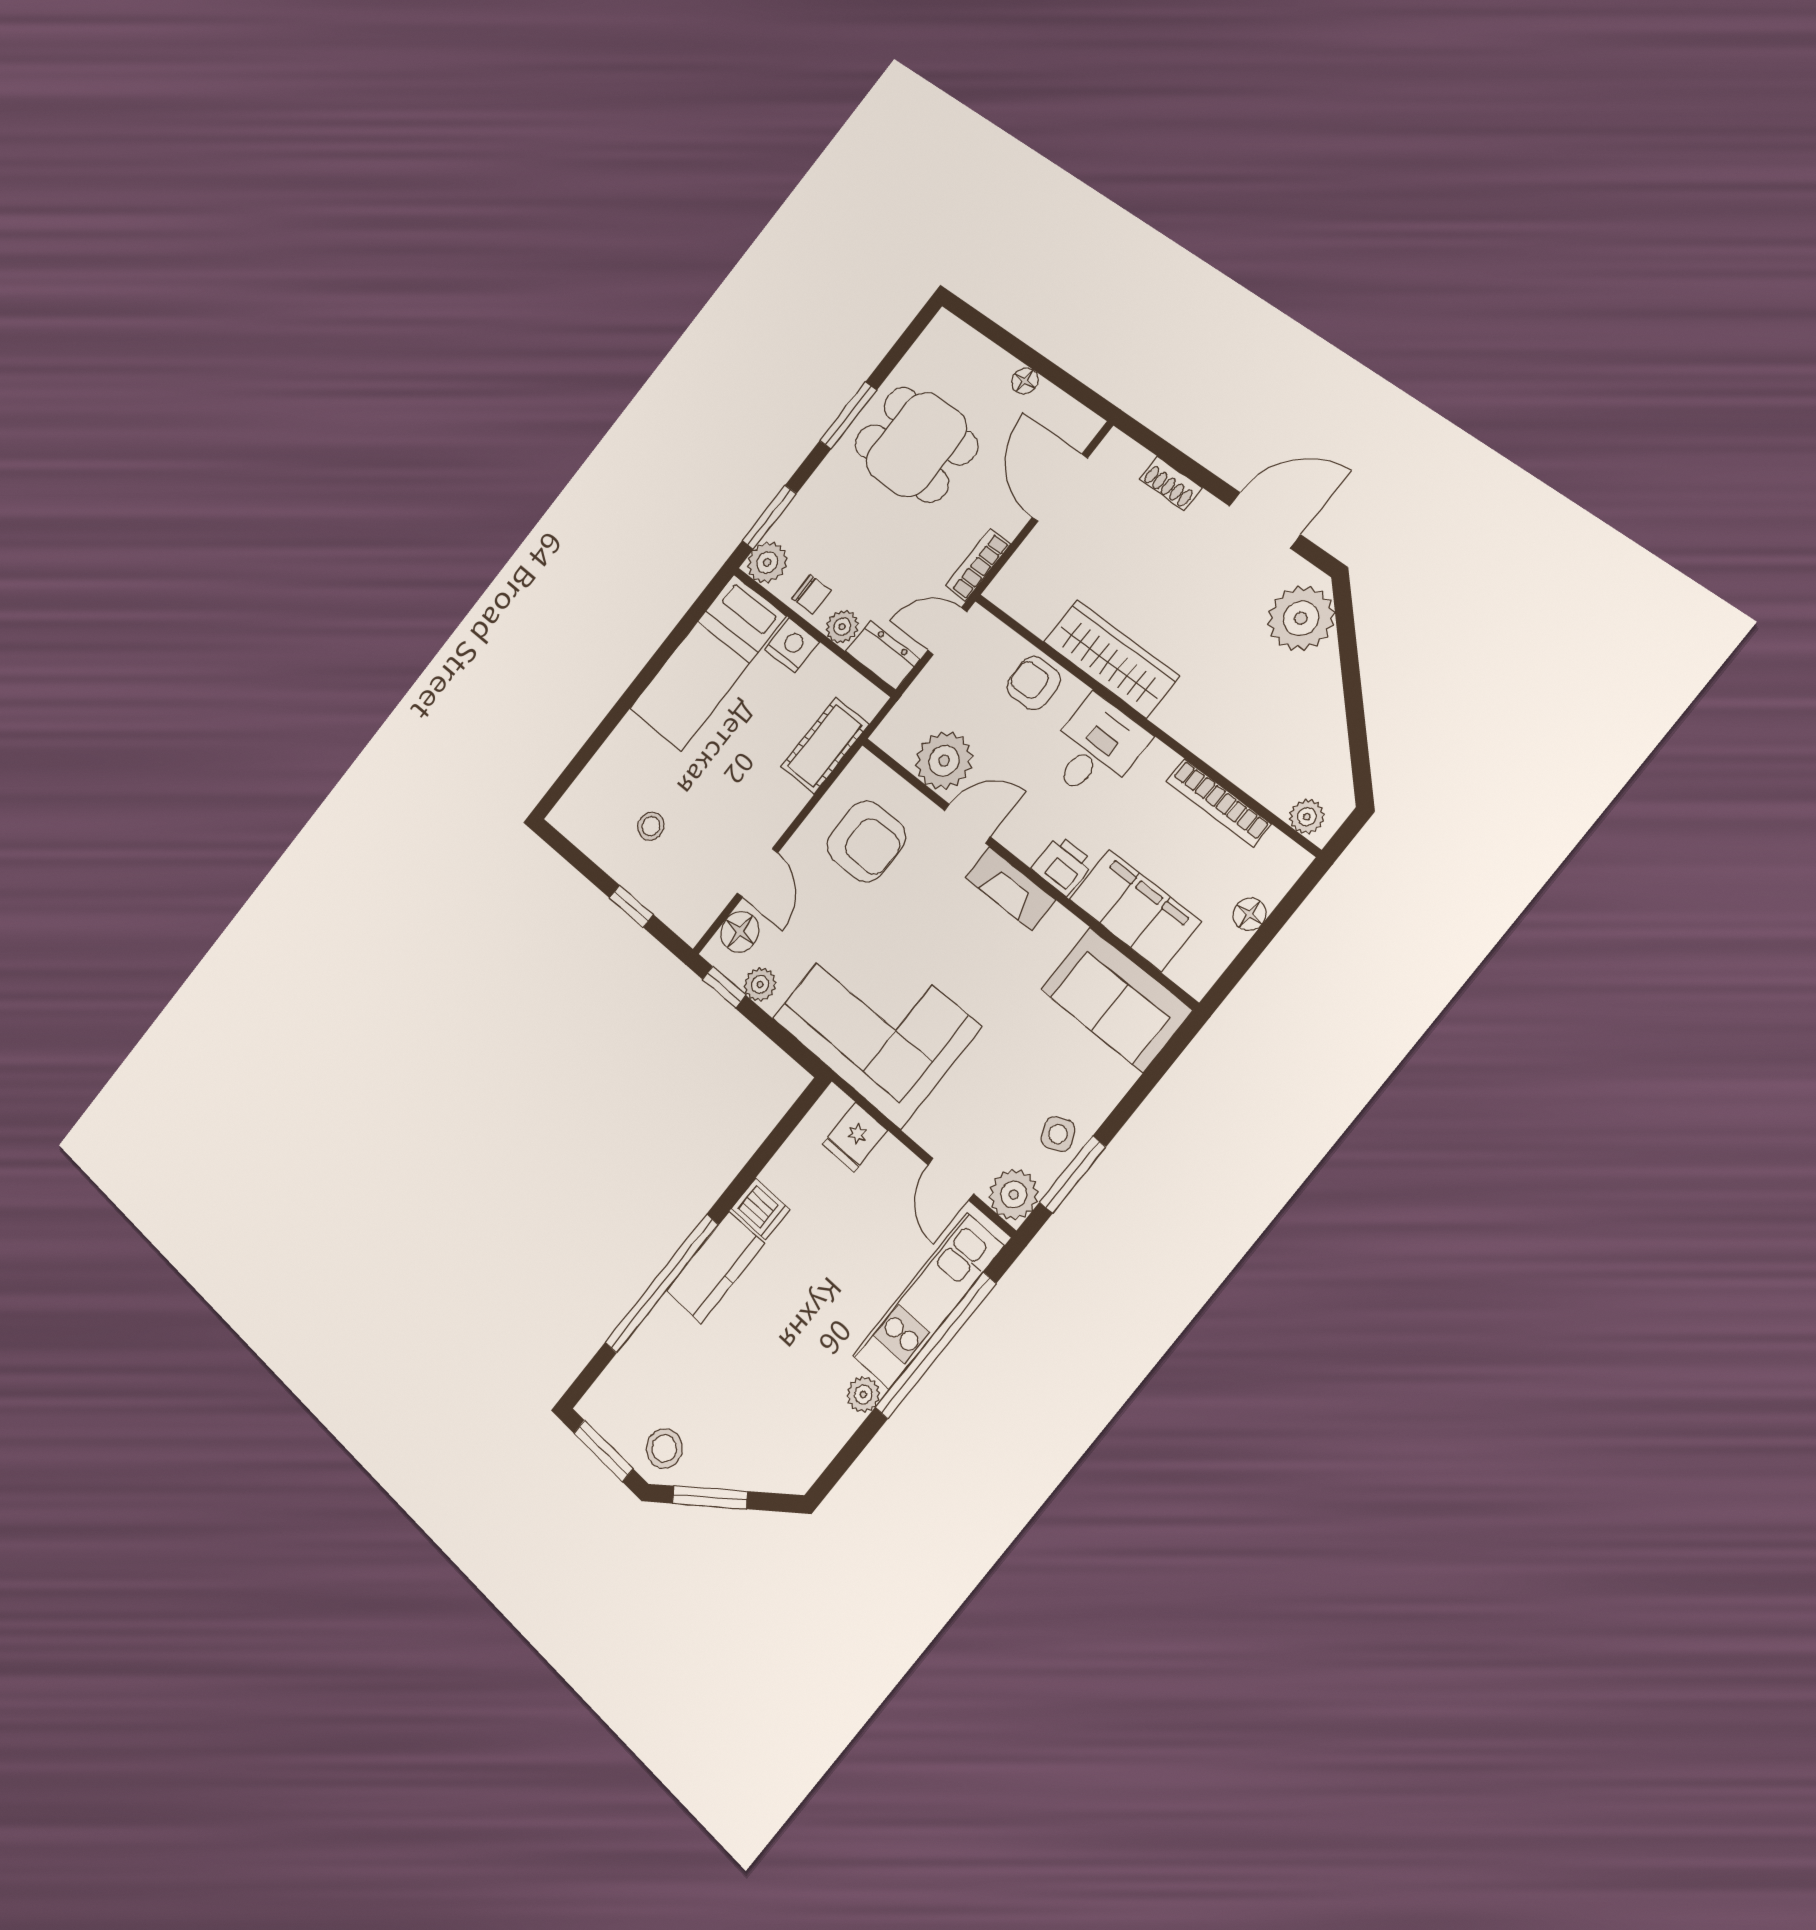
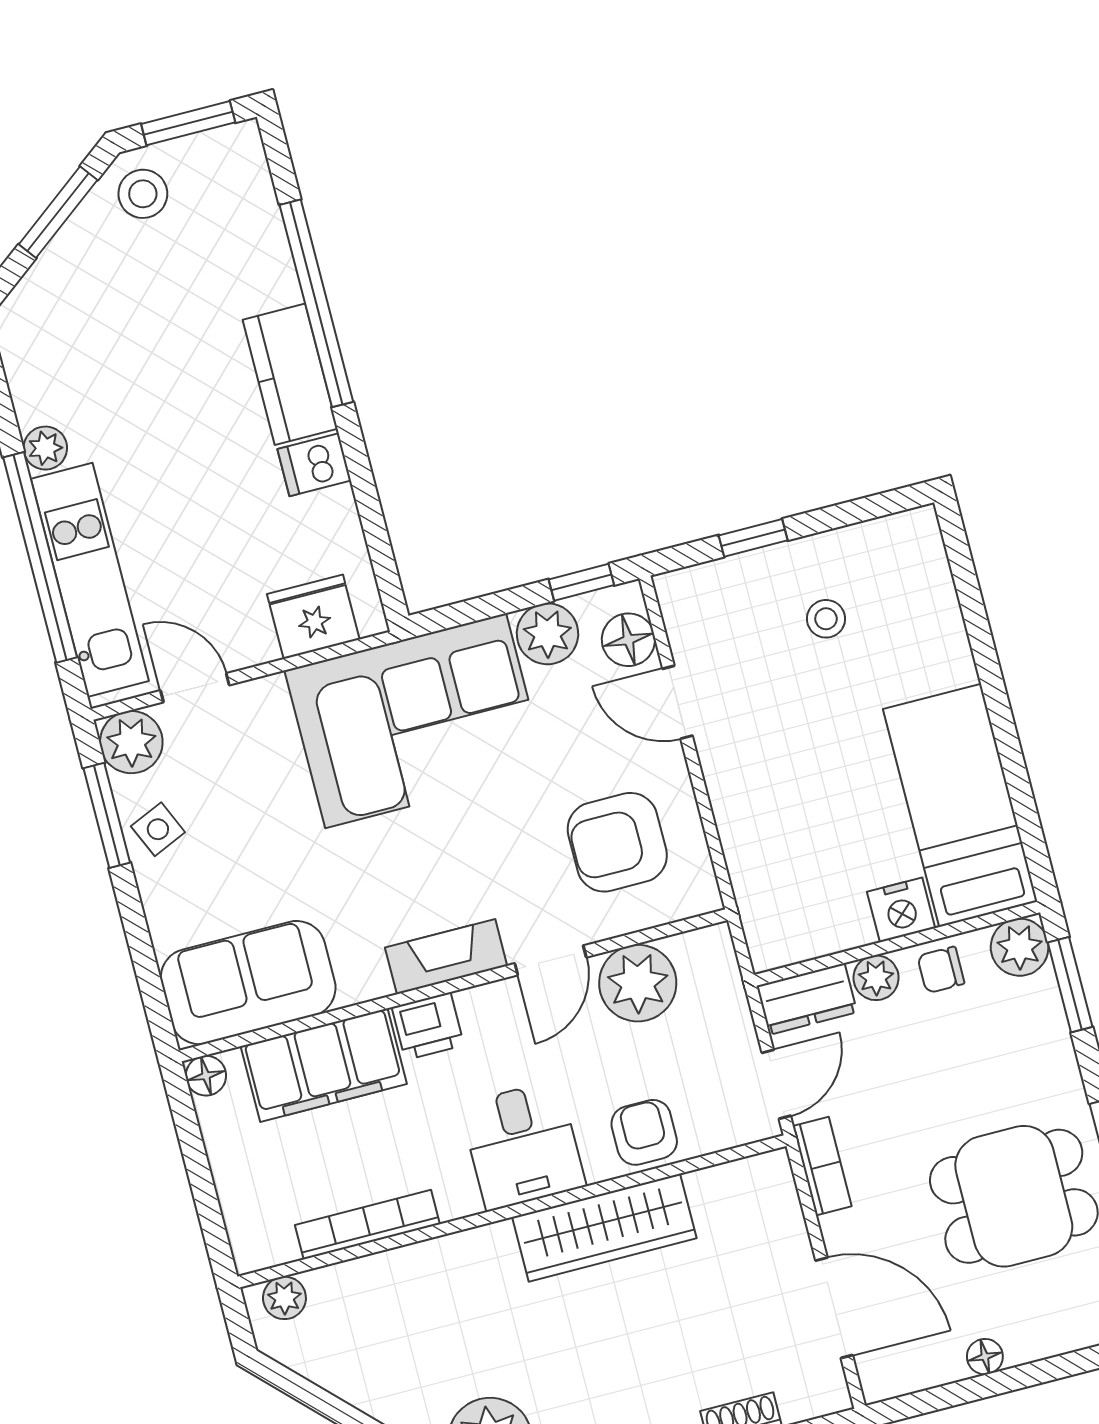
armchair: (1034, 683) -> (644, 1132), turned -90
cot: (825, 746) -> (759, 869), removed
floor lamp: (1250, 914) -> (206, 1076), moved
plant: (760, 984) -> (547, 634), width x1.38, depth x1.38
fridge: (855, 1137) -> (313, 617), width x1.38

